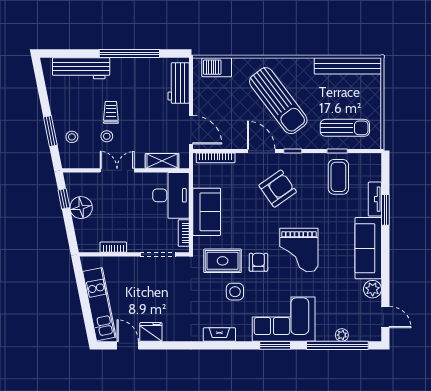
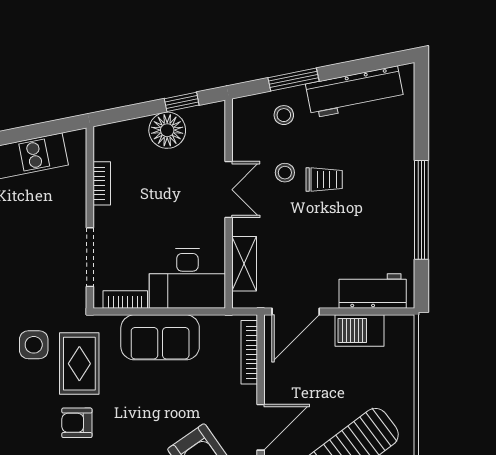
barbecue: (217, 67) -> (359, 331), moved, turned -90
workbench: (81, 68) -> (355, 92), moved, turned -101
armchair: (258, 262) -> (77, 423), turned 180
side table: (235, 292) -> (34, 345), moved

